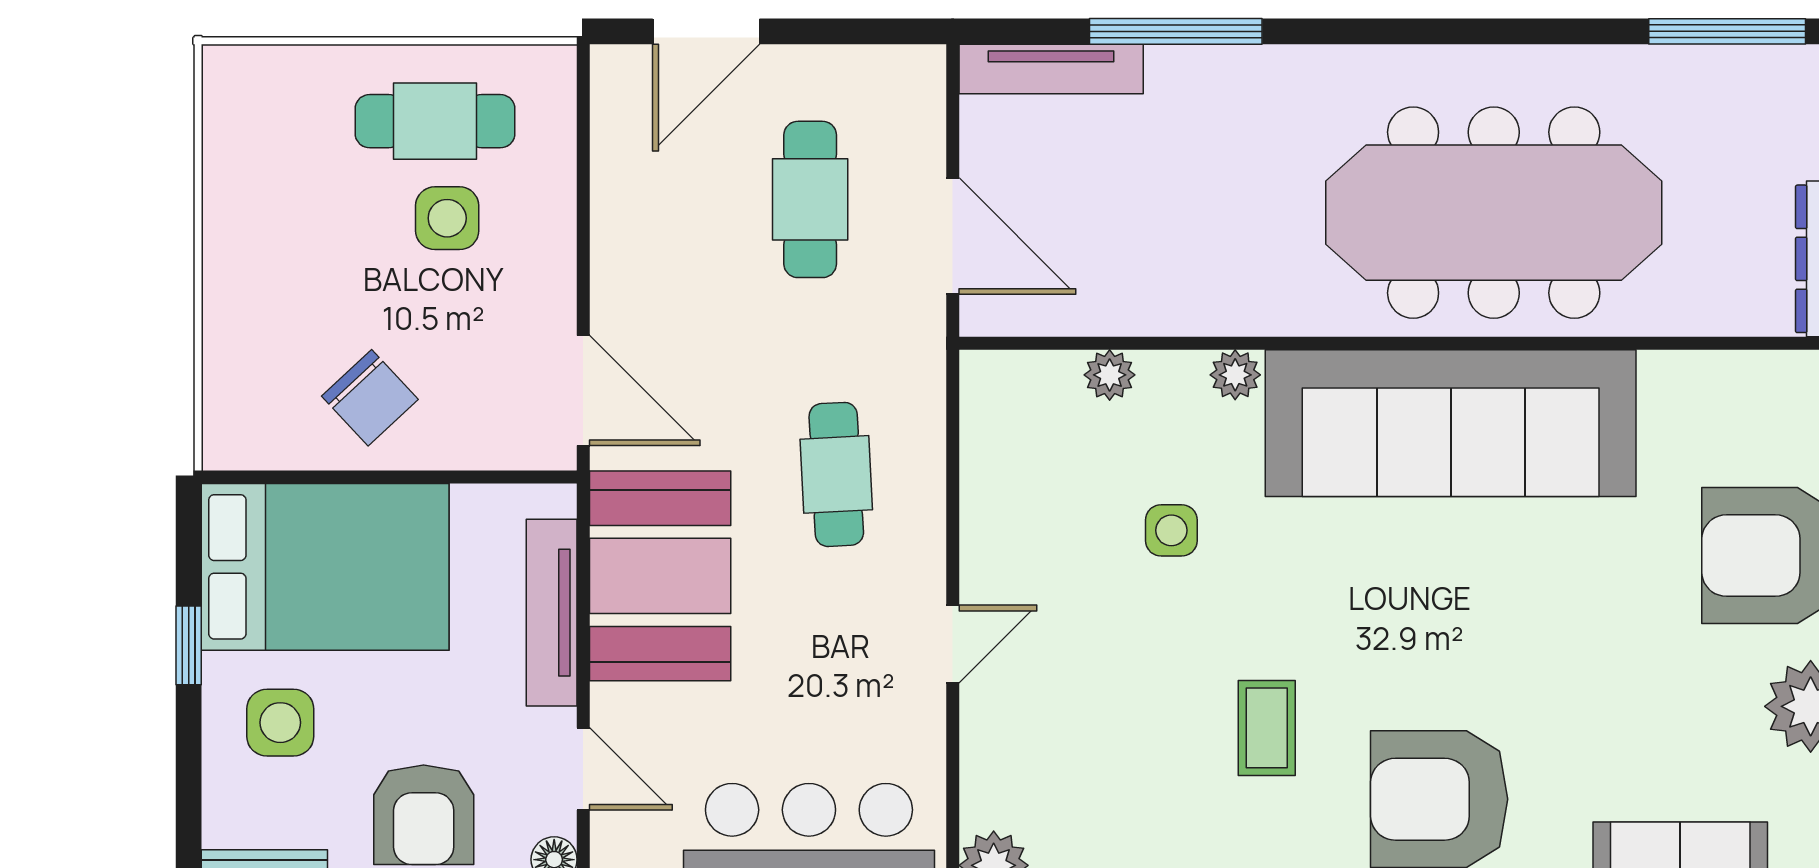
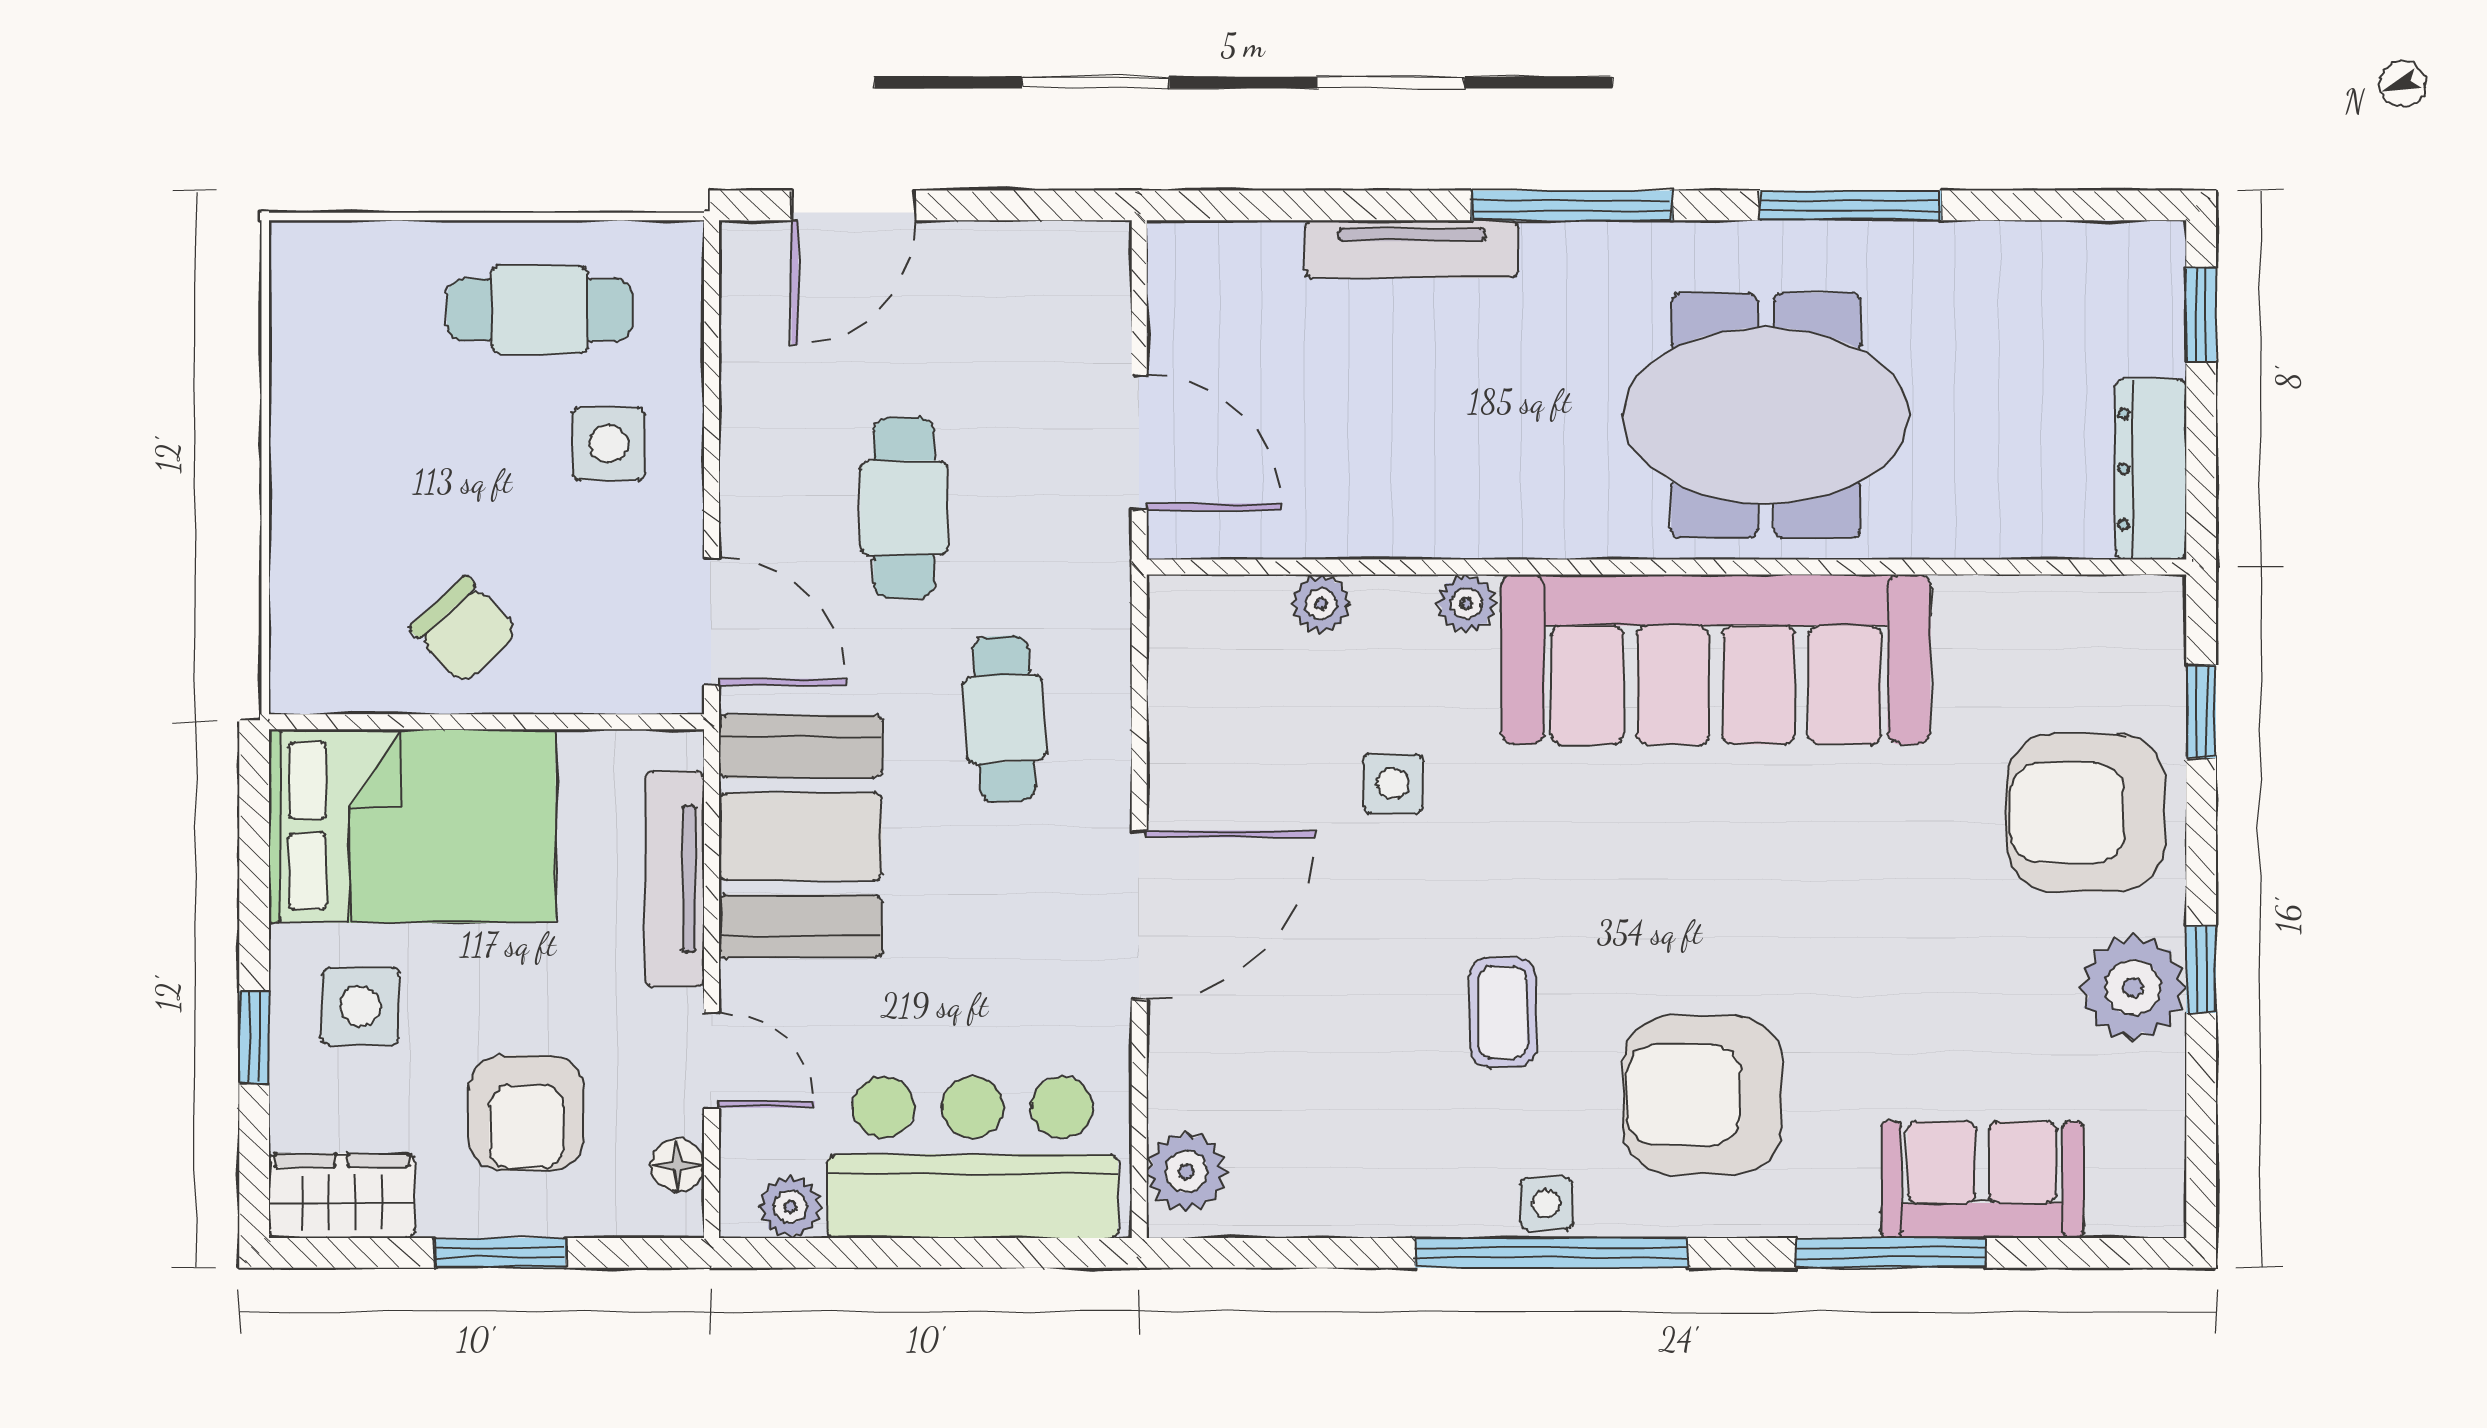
window: (1176, 31) -> (1572, 205), moved
window: (1727, 31) -> (1850, 205), moved
tv unit: (1051, 69) -> (1412, 249), moved
cafe table: (810, 199) -> (904, 508), moved
meeting table: (1494, 213) -> (1766, 416), width x0.73
side table: (447, 218) -> (609, 444), moved
door: (953, 644) -> (1139, 915), width x1.88
window: (189, 645) -> (254, 1037), moved

